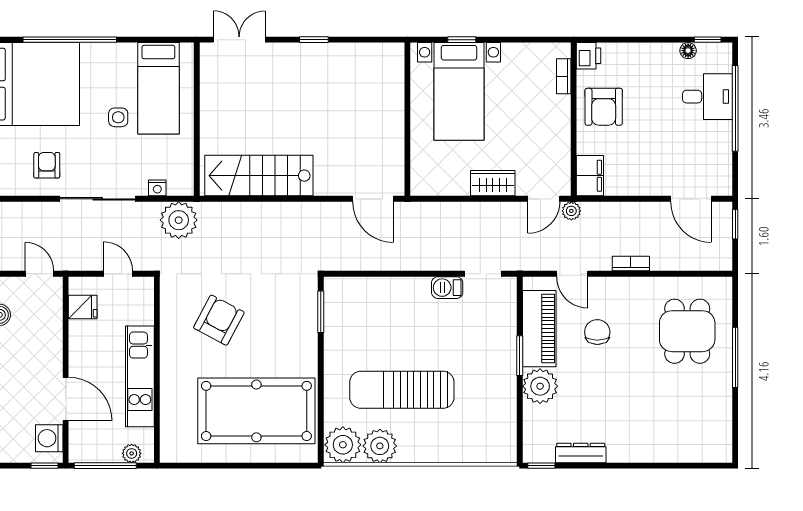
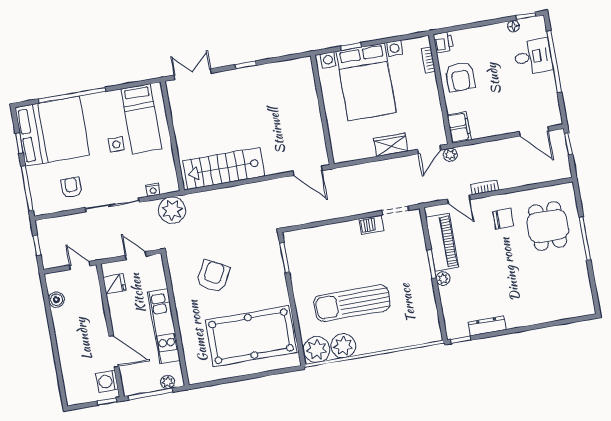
bed with nightstands: (459, 91) -> (366, 82), width x1.36
bookcase: (631, 264) -> (485, 187), moved
chair: (597, 332) -> (503, 219), moved, turned 90
plant: (540, 386) -> (443, 279), width x0.53, depth x0.53

